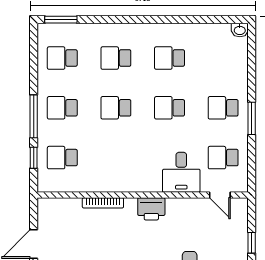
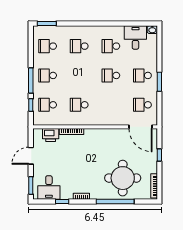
school desk: (116, 108) -> (79, 105), moved
desk: (181, 172) -> (135, 37), moved, turned 180
door: (220, 195) -> (140, 127), width x1.88
printer: (151, 209) -> (51, 135), moved

